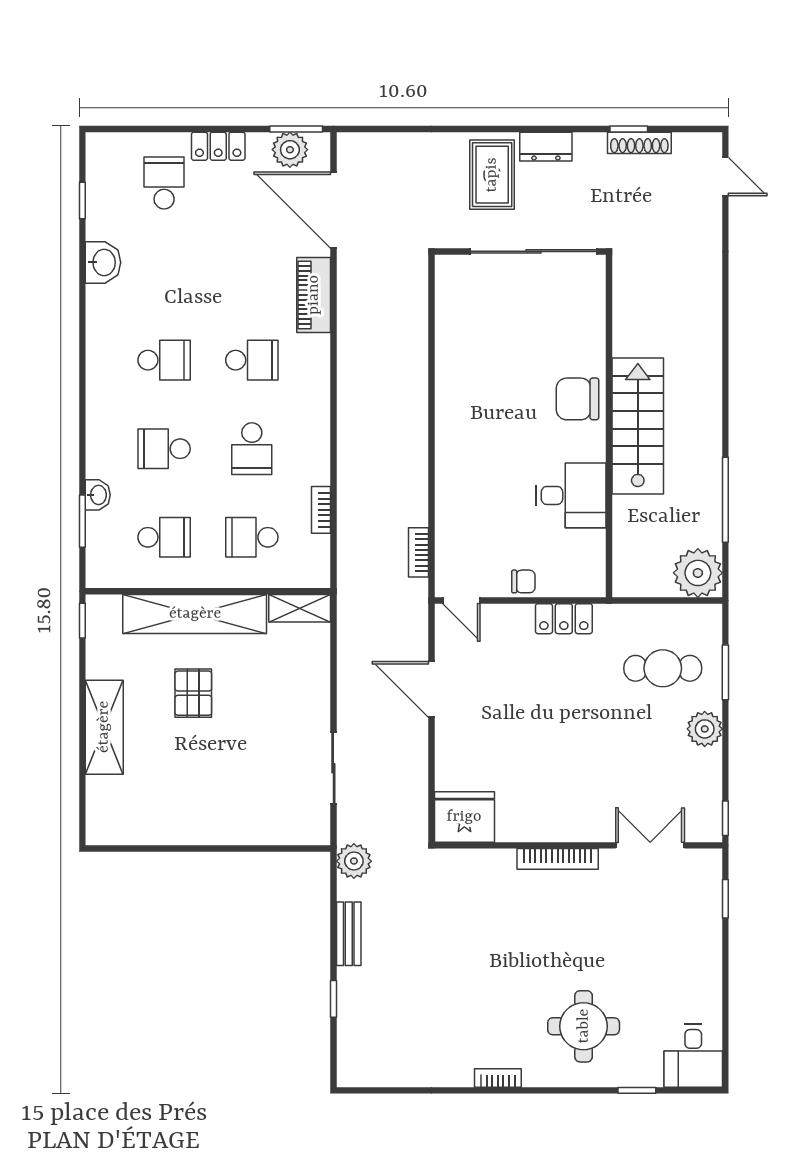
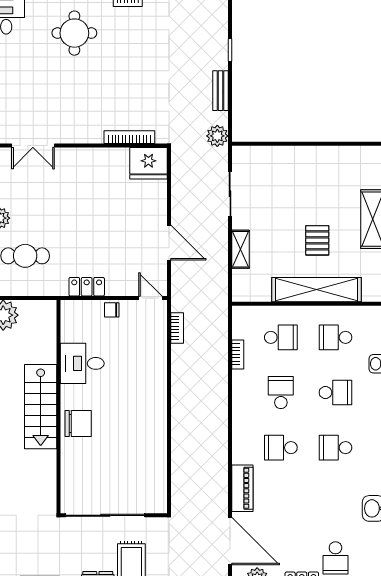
shelving: (300, 608) -> (241, 249), moved, turned 90
bookcase: (558, 859) -> (129, 137), moved

